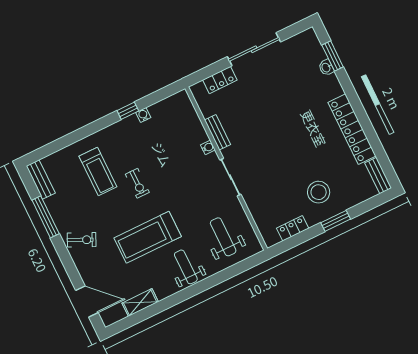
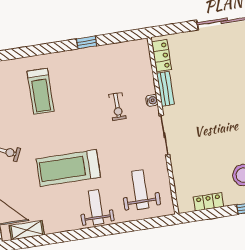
locker: (220, 80) -> (162, 56), moved, turned -90
water cooler: (143, 115) -> (100, 51), removed
exercise bike: (137, 183) -> (117, 107), moved
shelving: (140, 302) -> (27, 230), moved

